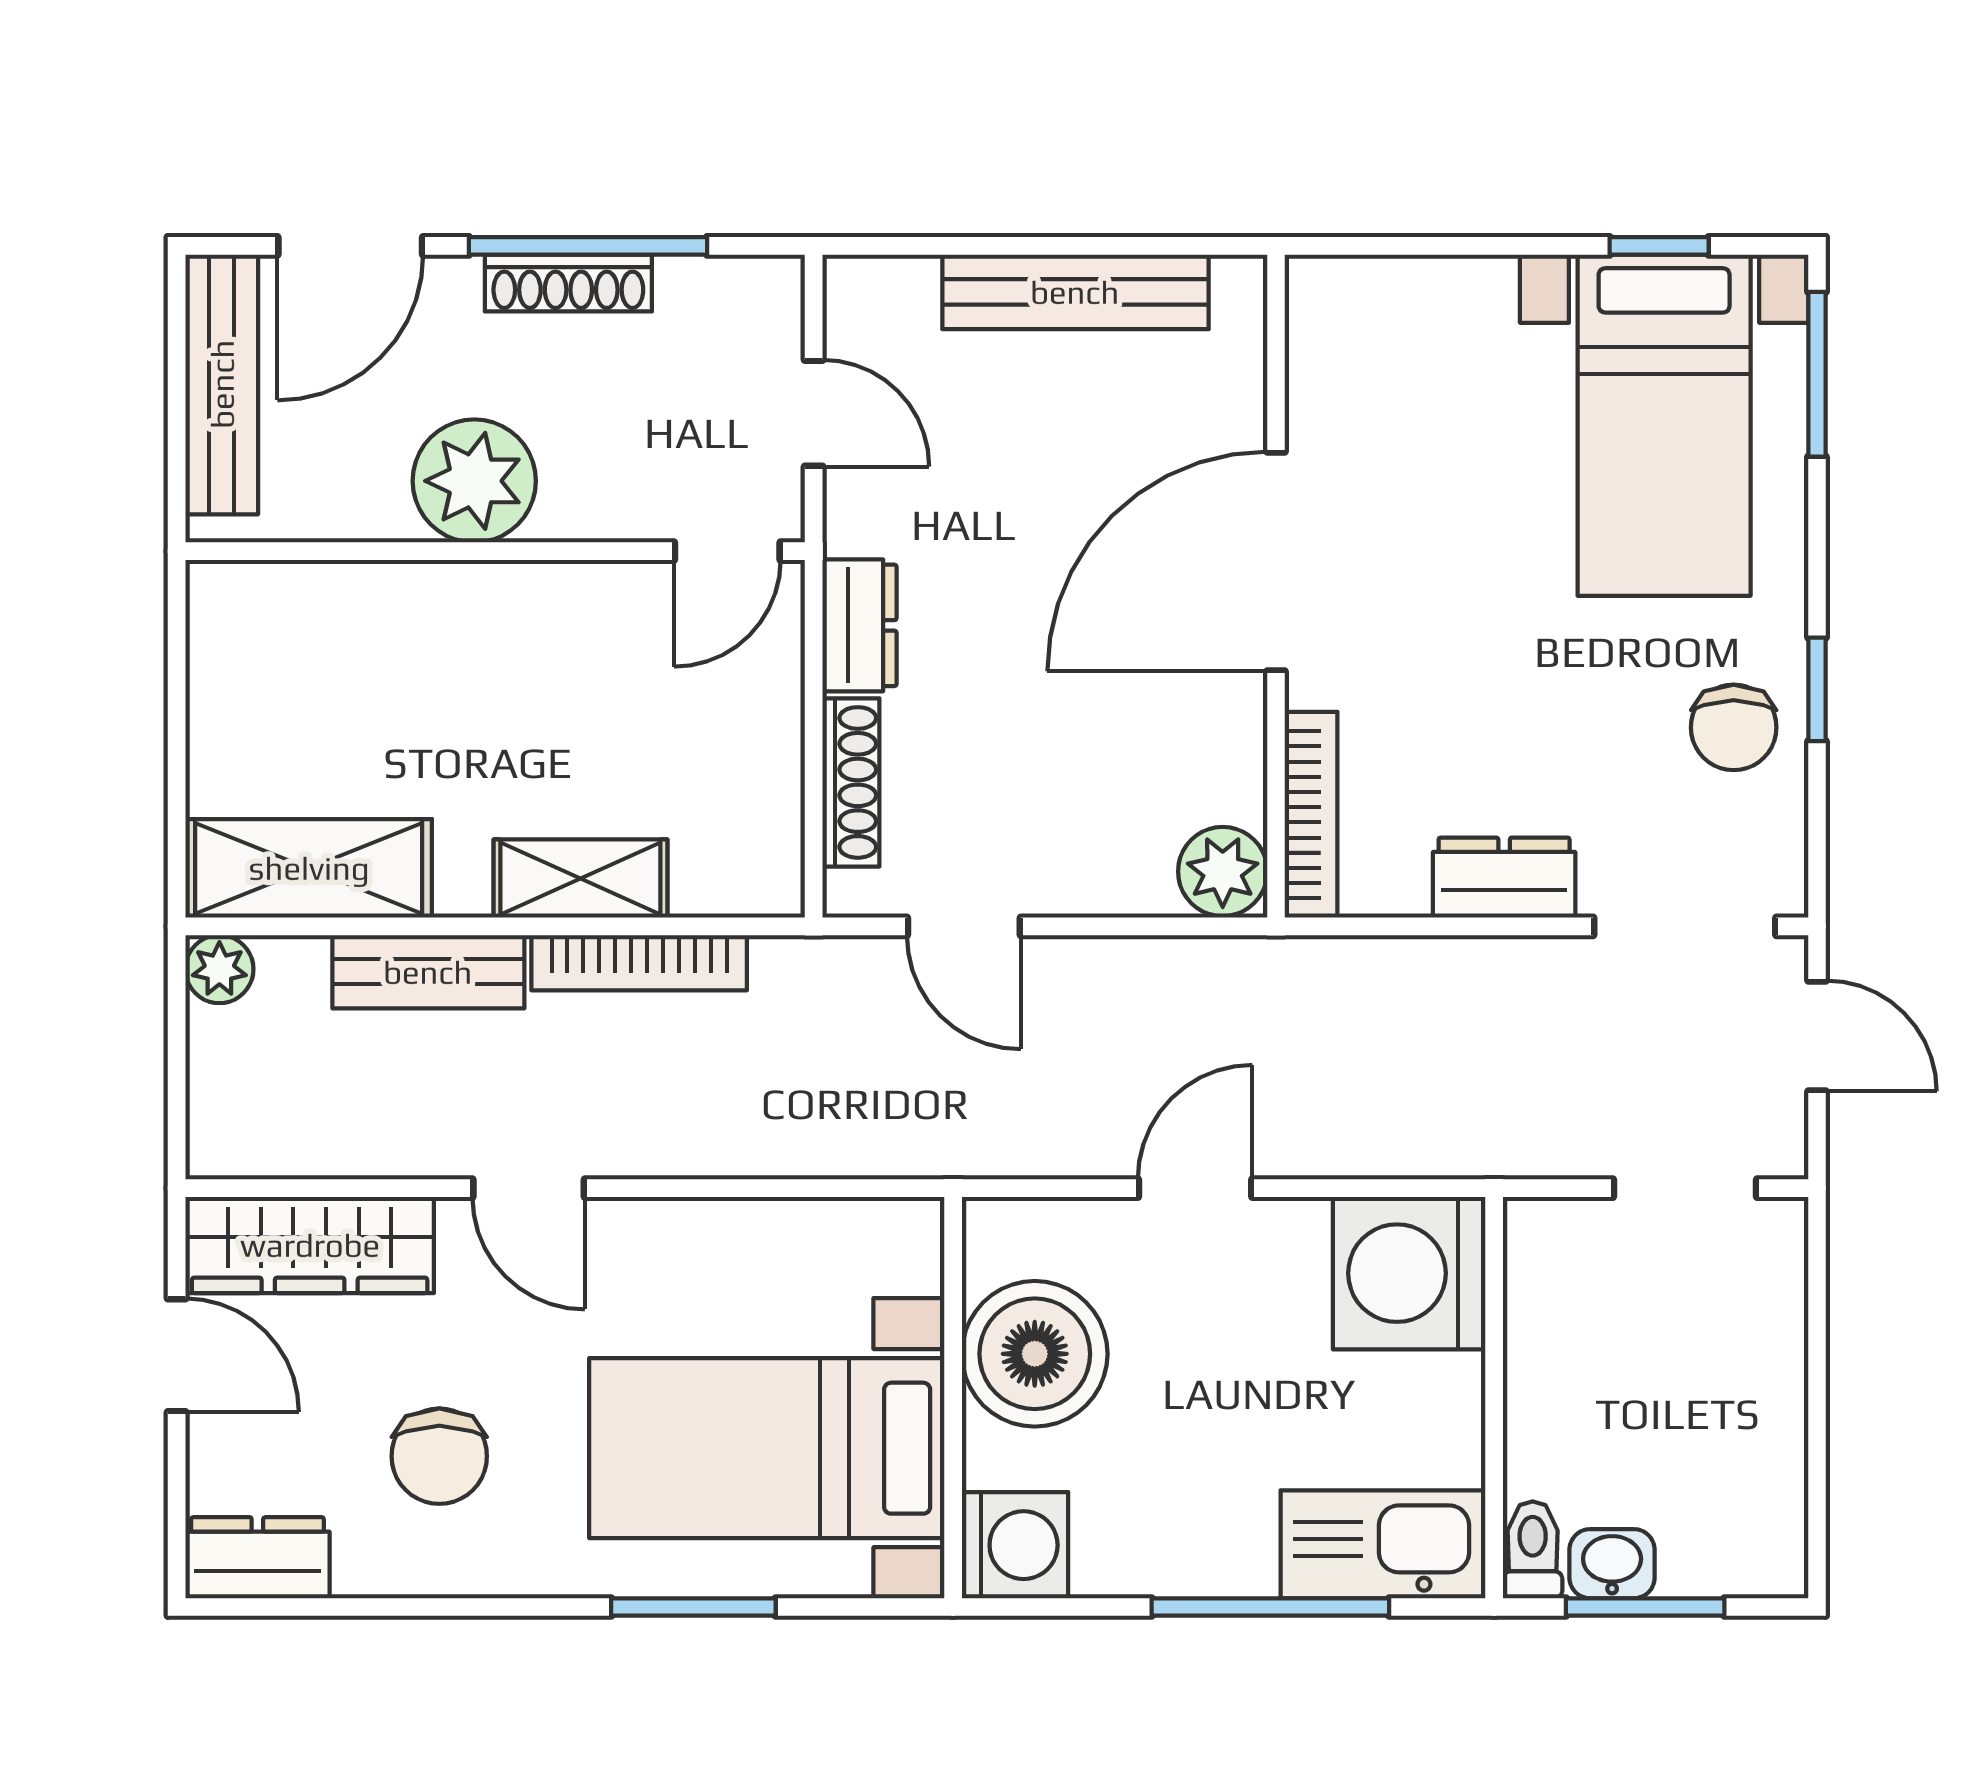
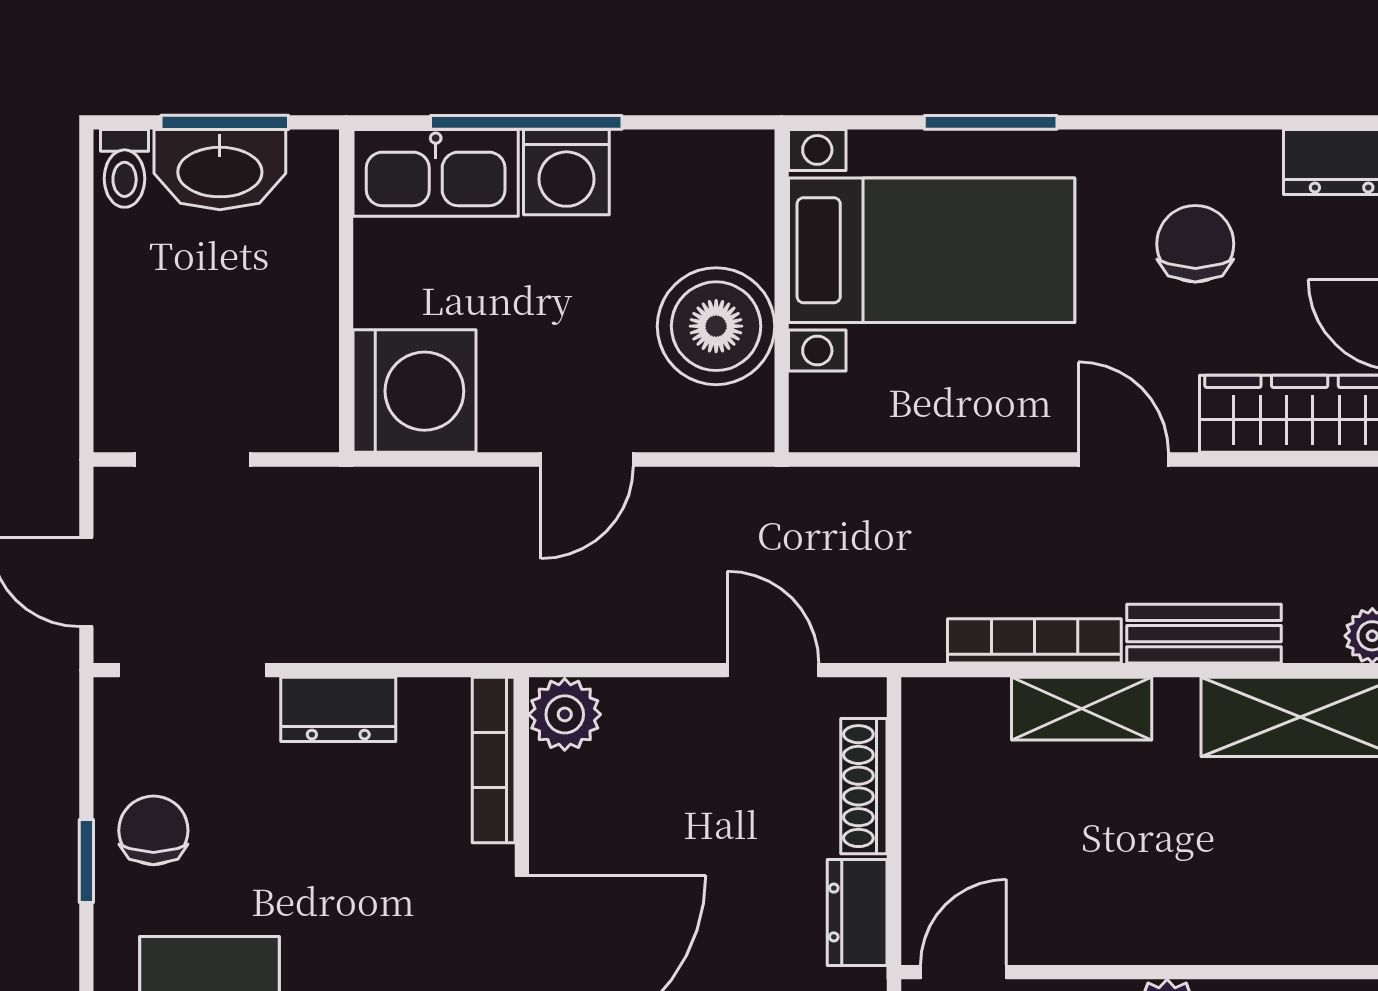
washing machine: (1015, 1545) -> (566, 172), moved, turned -90
toilet: (1533, 1550) -> (125, 168), moved
washbasin: (1612, 1564) -> (220, 170), width x1.91, depth x1.45

